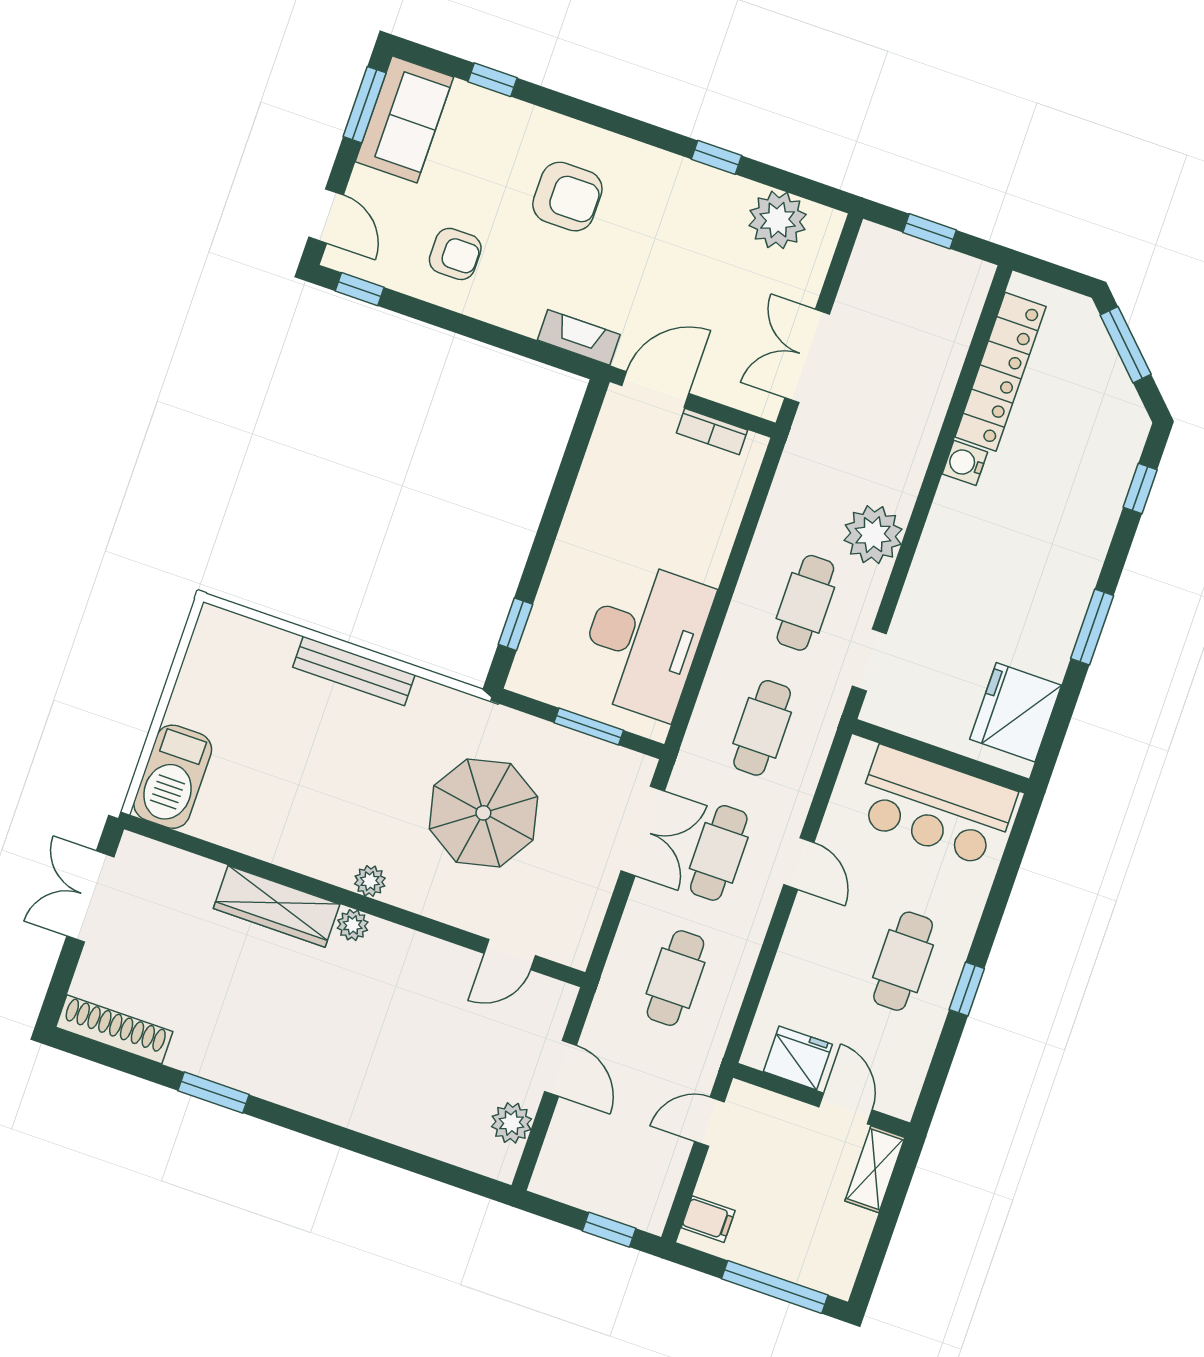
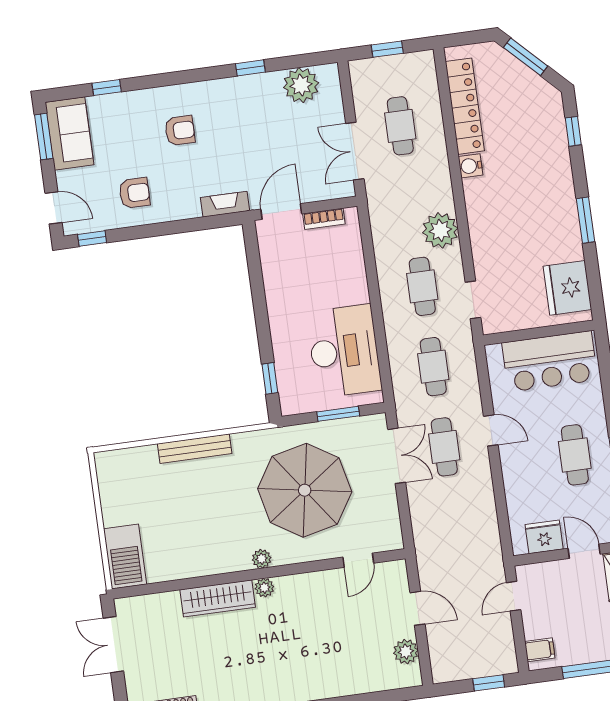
armchair: (567, 197) -> (180, 131), width x0.72, depth x0.72
parasol: (483, 813) -> (305, 490), width x1.36, depth x1.36
cafe table: (675, 978) -> (400, 126), moved

